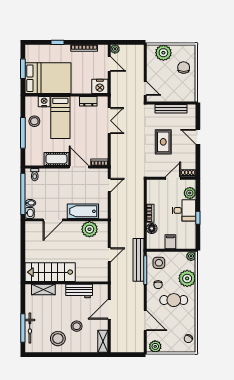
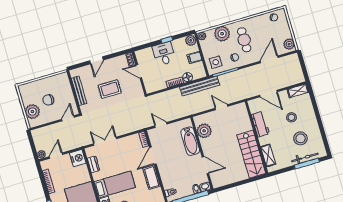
chair: (184, 68) -> (48, 100), moved
plant: (190, 193) -> (191, 40), moved
bench: (138, 260) -> (200, 86), moved
stool: (58, 339) -> (300, 138), moved

